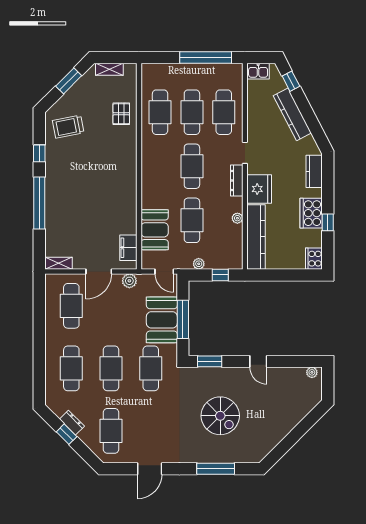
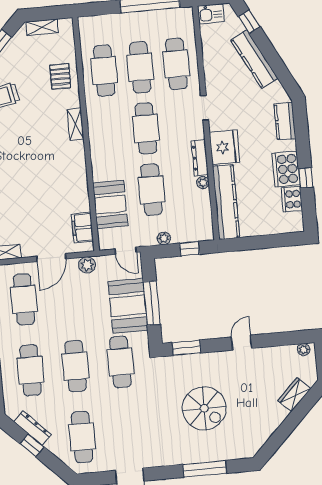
shelving: (131, 157) -> (75, 124), added
dresser: (237, 181) -> (200, 158), moved
cooker: (314, 259) -> (292, 199), moved
door: (258, 361) -> (242, 343), swing flipped
wardrobe: (300, 411) -> (294, 395), added
dresser: (72, 423) -> (33, 428), width x1.44

